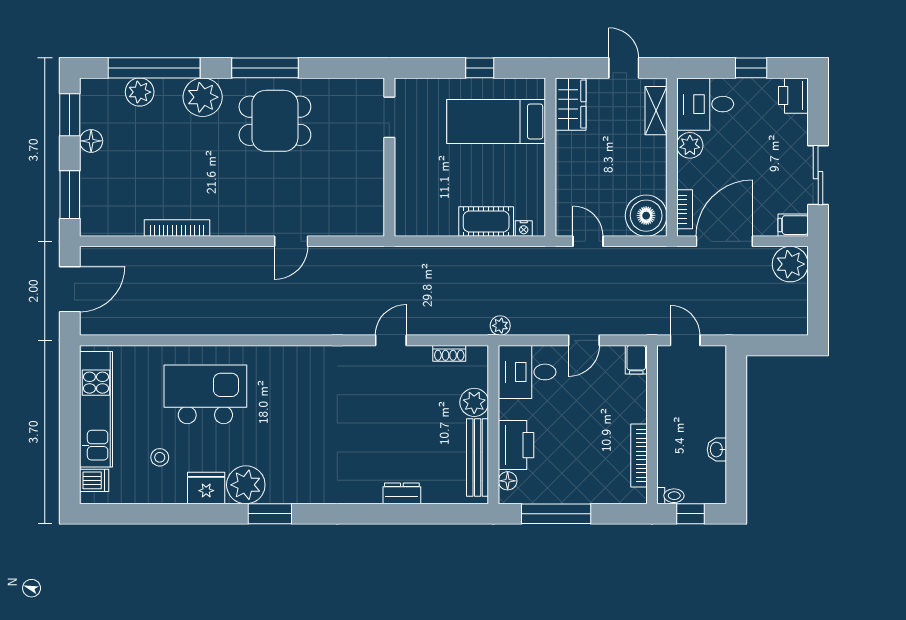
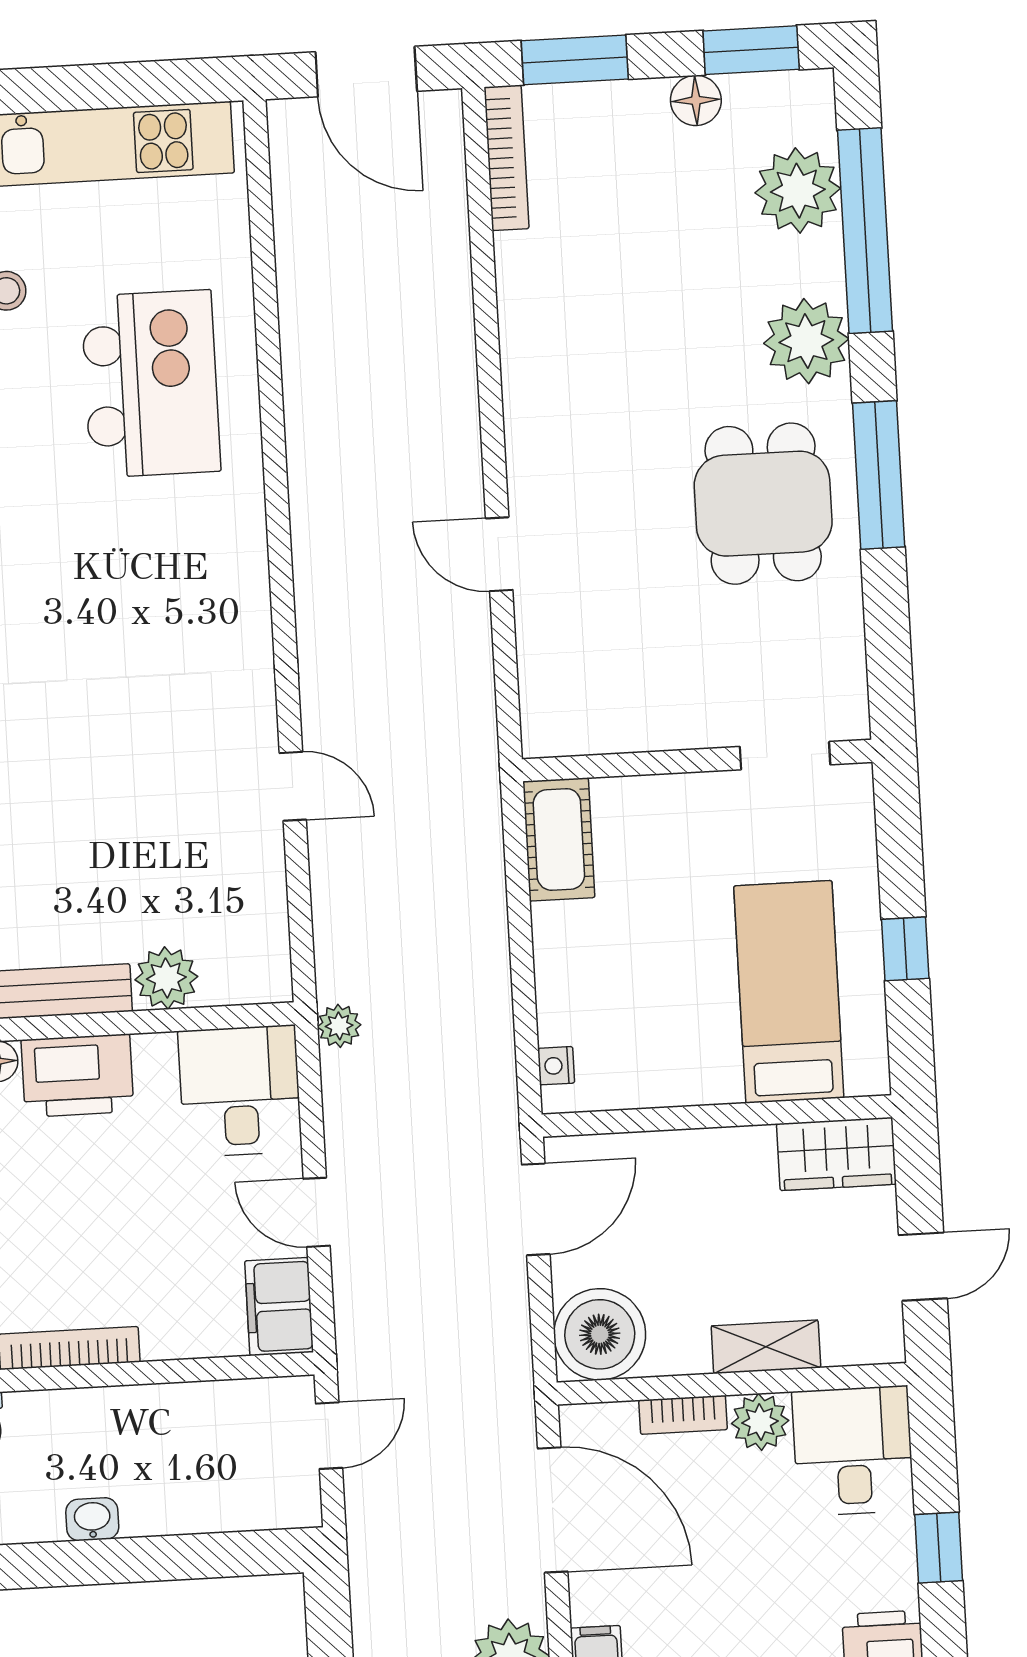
plant: (140, 92) -> (798, 191), width x1.36, depth x1.36
shelving: (656, 111) -> (766, 1347), moved
bookcase: (685, 209) -> (683, 1415), moved
cot: (486, 222) -> (559, 839), moved
bookcase: (177, 228) -> (506, 158), moved
door: (588, 241) -> (536, 1209), width x1.38
shoe rack: (449, 353) -> (271, 917), removed
filing cabinet: (636, 360) -> (279, 1307), width x2.00

